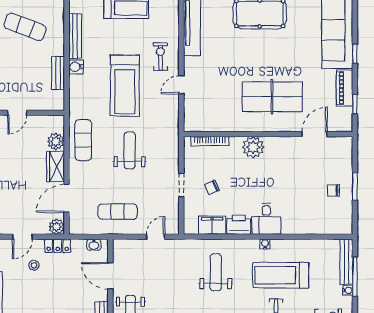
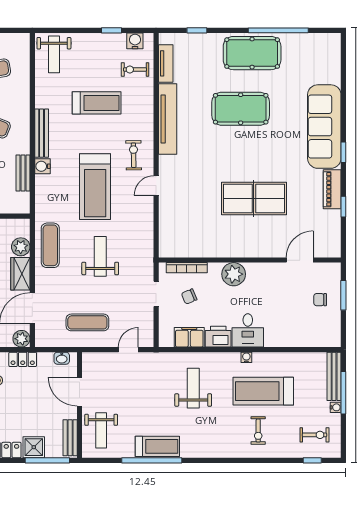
wall: (268, 134) -> (250, 260), moved
door: (315, 134) -> (300, 260), moved
bookcase: (210, 141) -> (187, 268), moved
plant: (253, 147) -> (234, 274), moved

